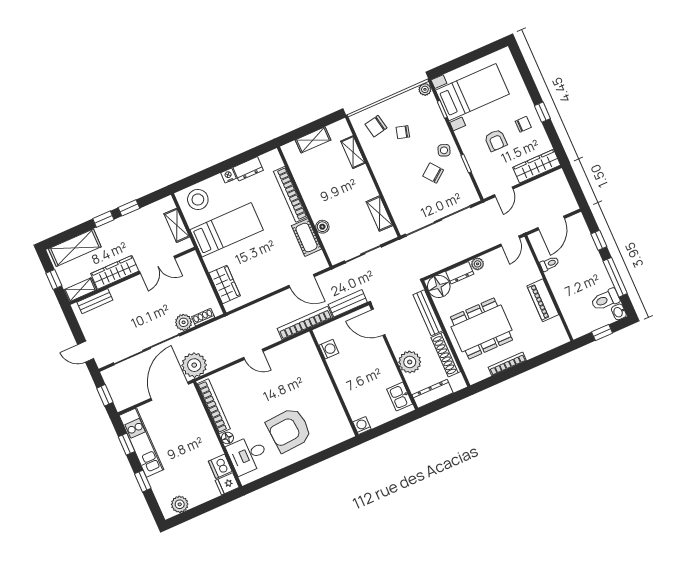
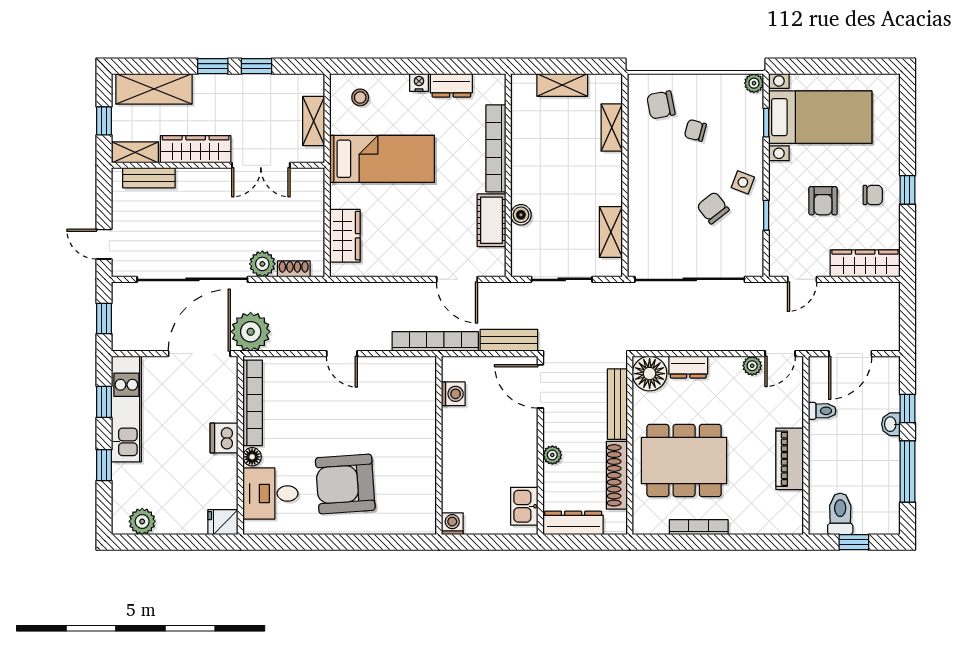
stool: (198, 199) -> (360, 97), width x0.53, depth x0.53
plant: (478, 264) -> (752, 366), moved
toilet: (605, 300) -> (840, 514), moved, turned 90
washbasin: (619, 312) -> (891, 424), moved
plant: (410, 362) -> (552, 455), width x0.53, depth x0.53
dishwasher: (220, 466) -> (224, 438), moved

